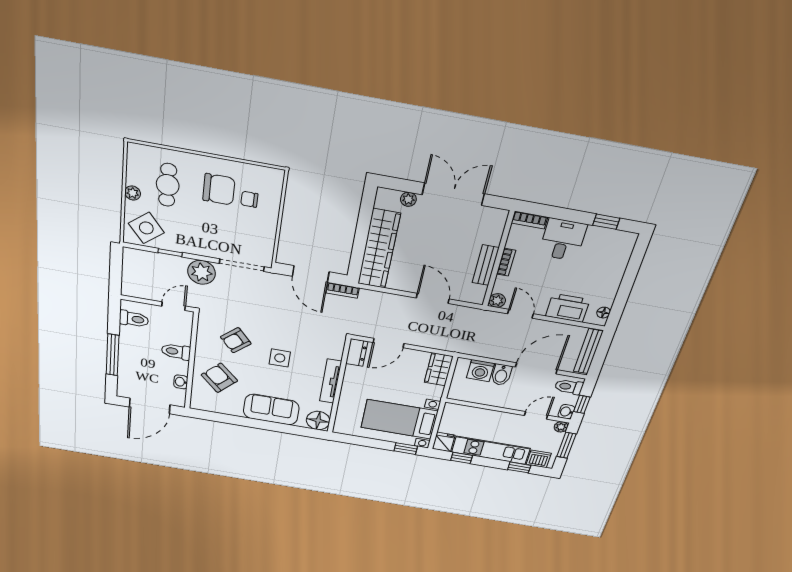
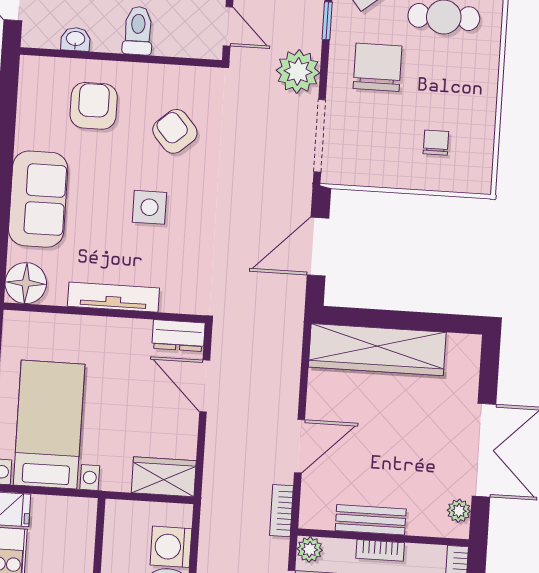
chair: (219, 189) -> (378, 67), moved, turned 180
plant: (408, 199) -> (459, 511), moved
bookcase: (343, 290) -> (281, 511), moved
armchair: (219, 378) -> (94, 106), turned -45

